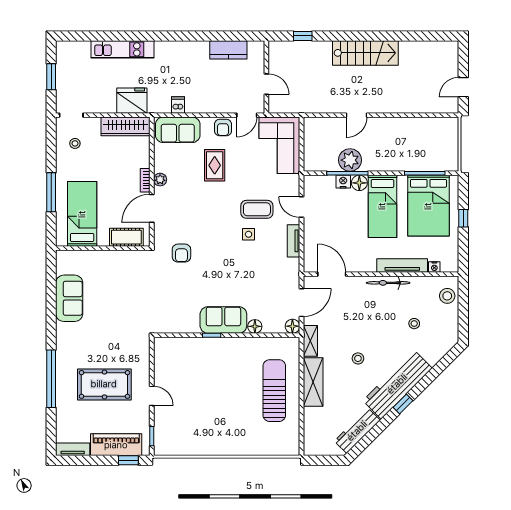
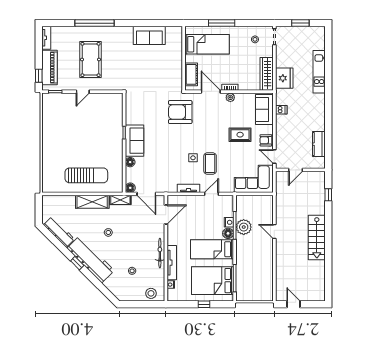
armchair: (181, 253) -> (180, 112), width x1.88, depth x1.88

